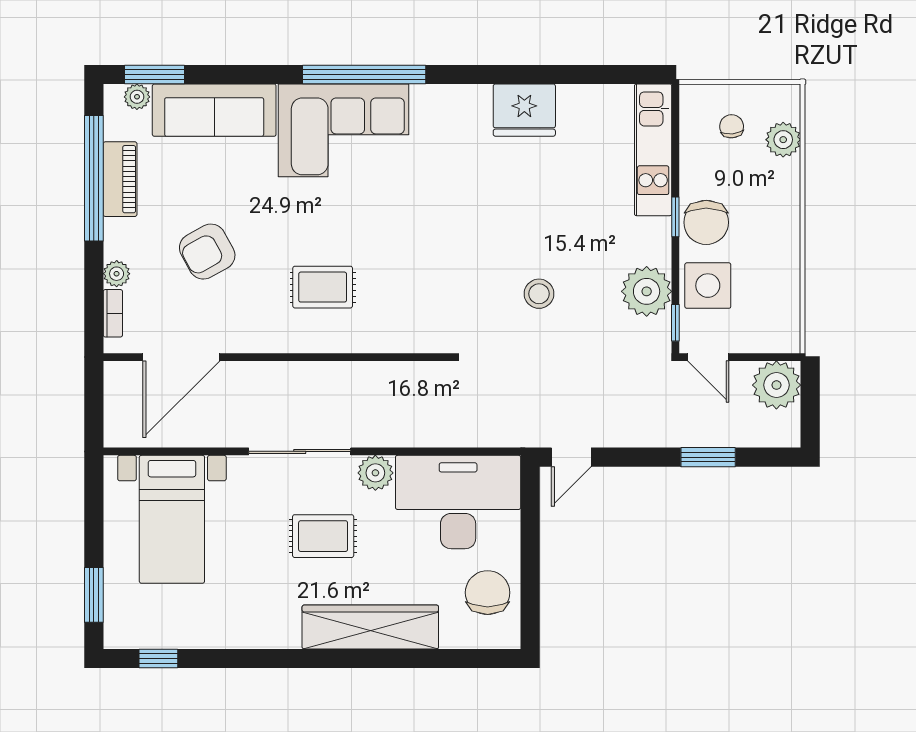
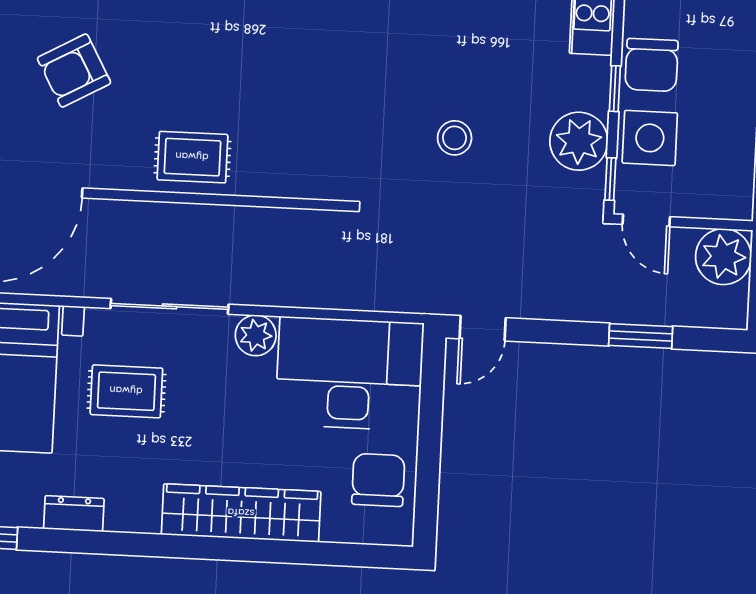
window: (675, 217) -> (615, 89), moved
rug: (323, 287) -> (192, 157), moved
rug: (323, 536) -> (126, 391), moved
dresser: (226, 635) -> (74, 514), added

